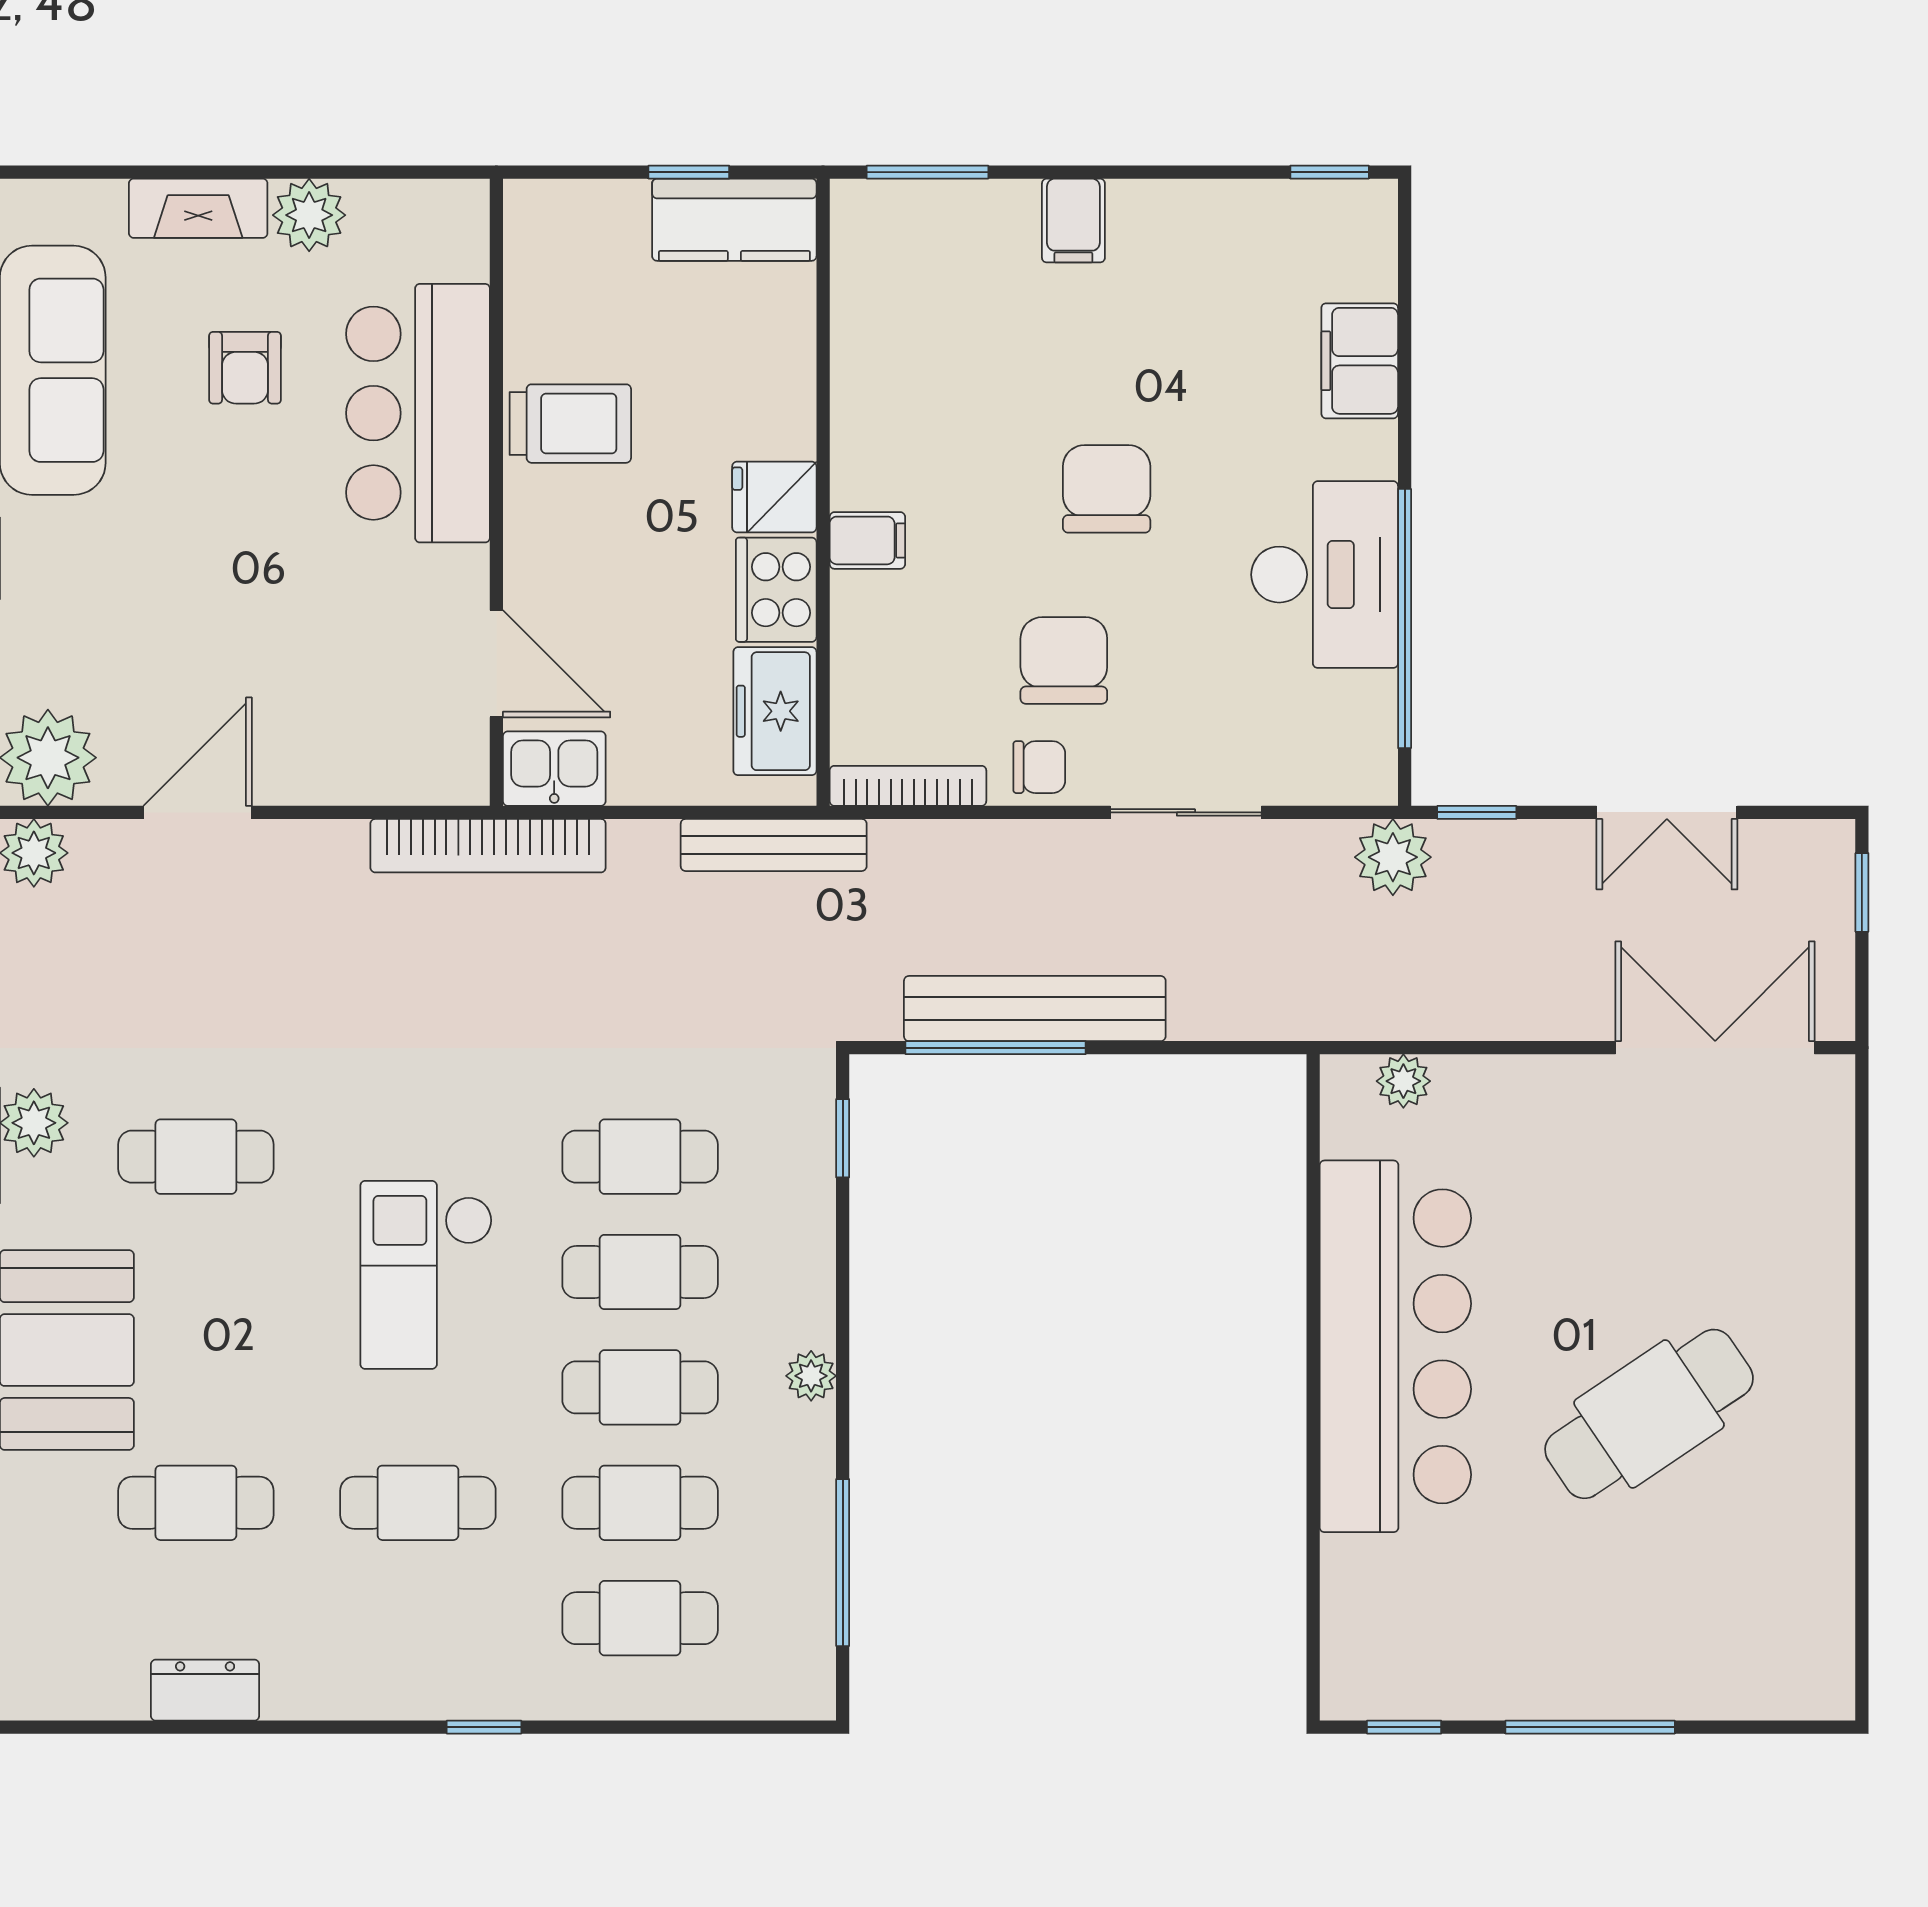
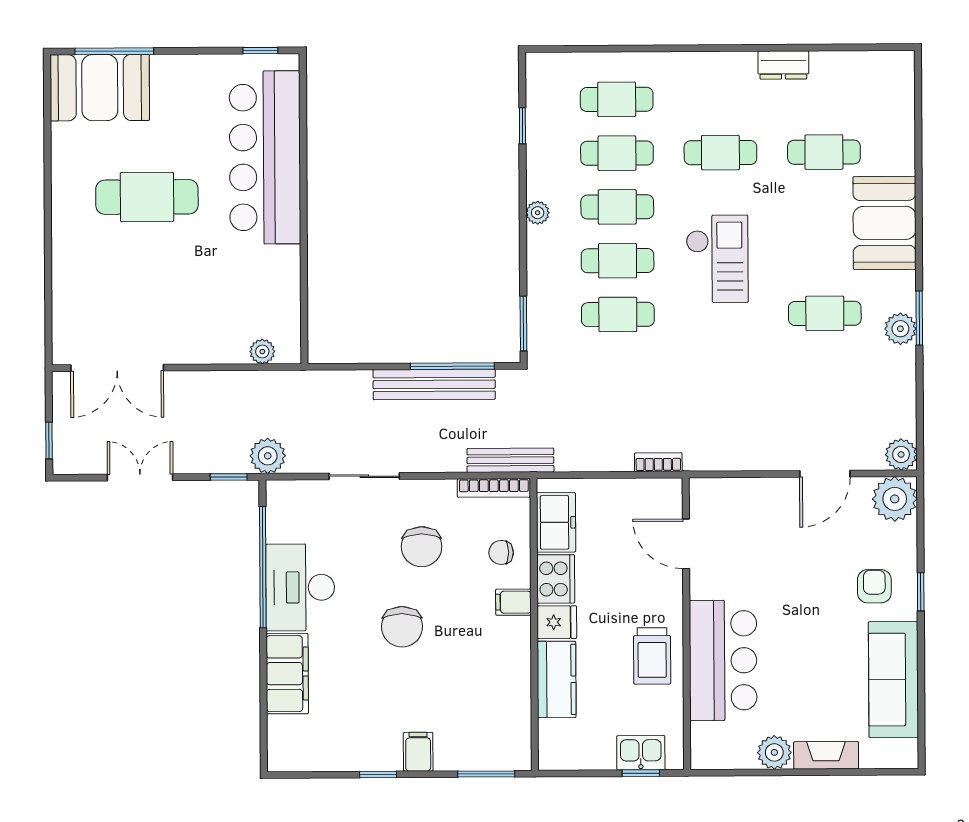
window: (689, 172) -> (641, 773), moved
window: (1330, 172) -> (378, 775), moved
kitchen counter: (734, 220) -> (557, 679), moved, turned 90
filing cabinet: (1360, 361) -> (287, 674), width x1.50, depth x1.17
armchair: (245, 368) -> (874, 586), moved
trolley: (570, 424) -> (652, 656), turned -90
chair: (1039, 767) -> (501, 552), moved
kitchen sink: (554, 769) -> (641, 753), moved, turned 180
bench: (774, 845) -> (510, 460), moved
bookcase: (488, 846) -> (658, 462), width x0.43, depth x0.76
window: (843, 1138) -> (523, 324), width x1.50
bar counter: (1395, 1346) -> (265, 157), moved
cafe table: (1649, 1414) -> (147, 197), turned 34
window: (843, 1563) -> (522, 126), width x0.46
booth: (1749, 1649) -> (100, 88), added
dresser: (205, 1690) -> (783, 65), moved
window: (484, 1727) -> (689, 48), removed
window: (1590, 1727) -> (114, 51), moved

